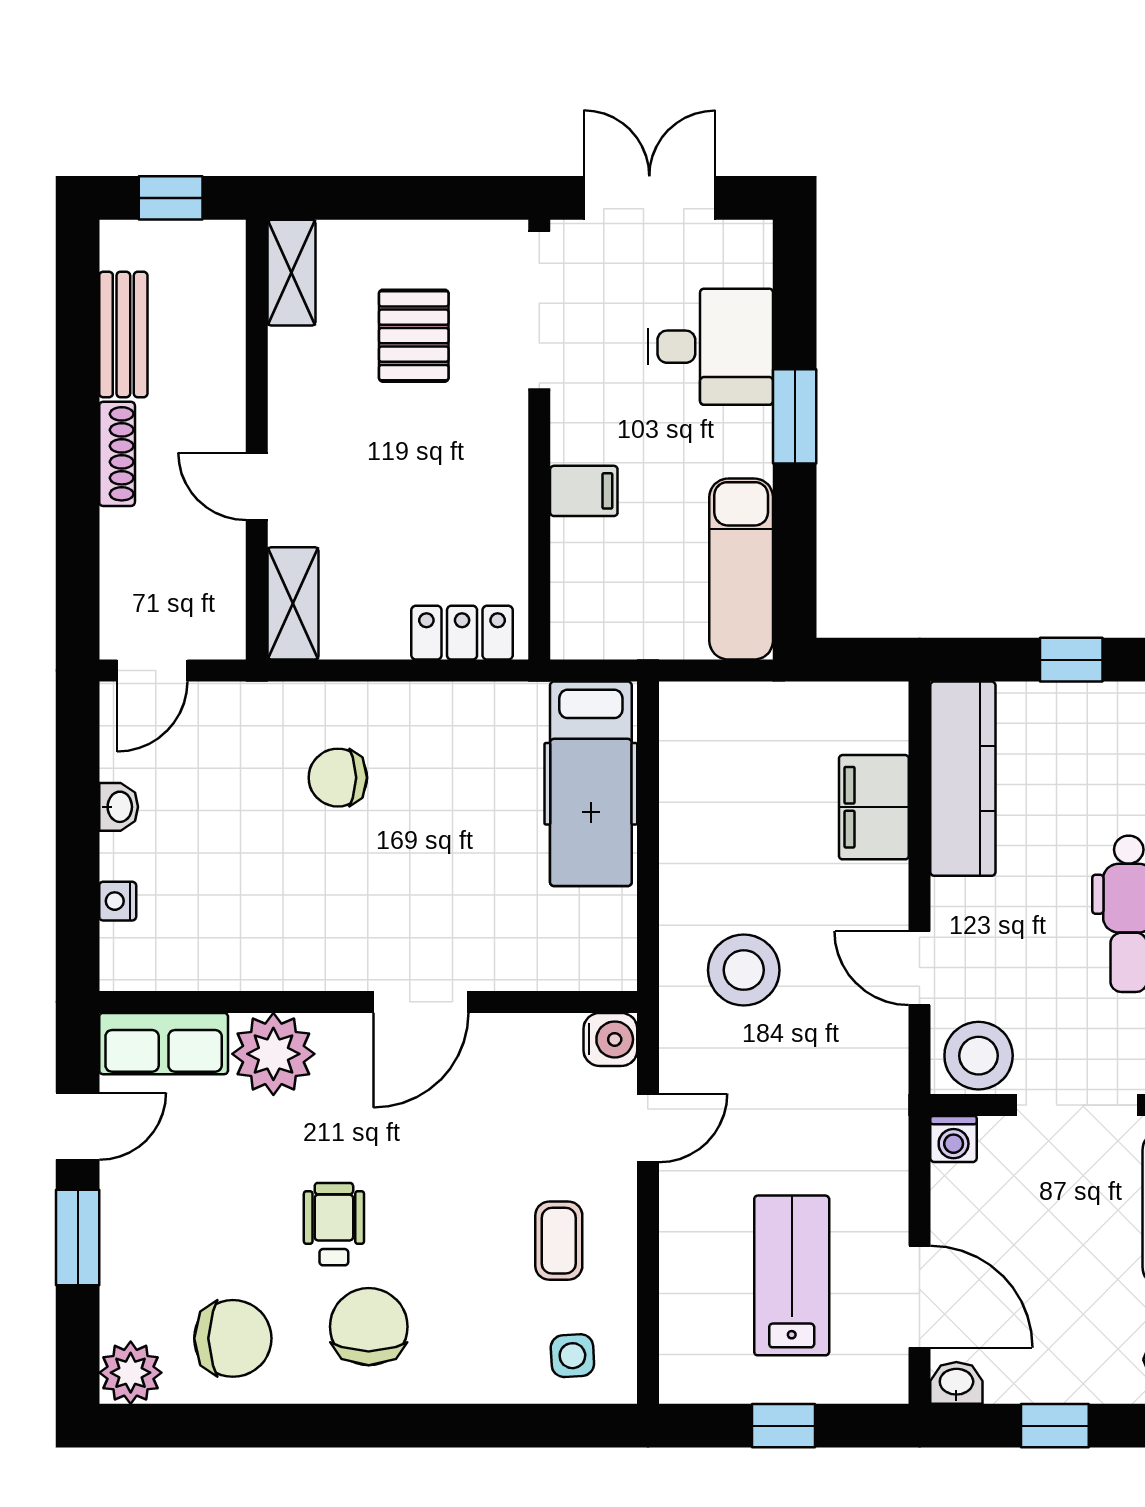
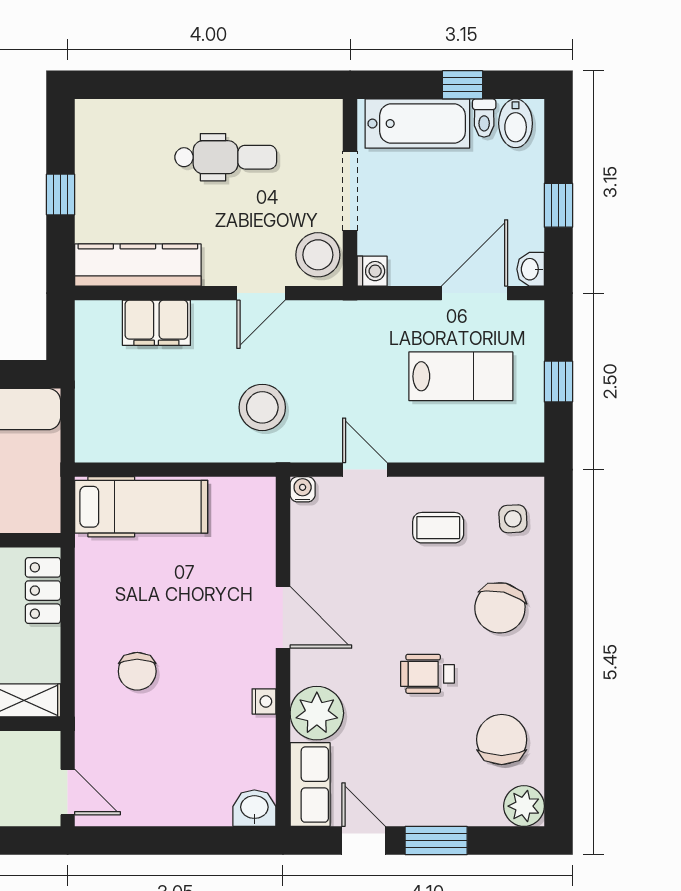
washbasin: (119, 807) -> (254, 808), moved, width x1.38, depth x1.45
nightstand: (118, 901) -> (264, 701), moved, turned -90
water cooler: (610, 1039) -> (303, 489), width x0.72, depth x0.72
lab bench: (792, 1275) -> (461, 376), turned 180
chair: (369, 1327) -> (500, 608), moved, turned -76

